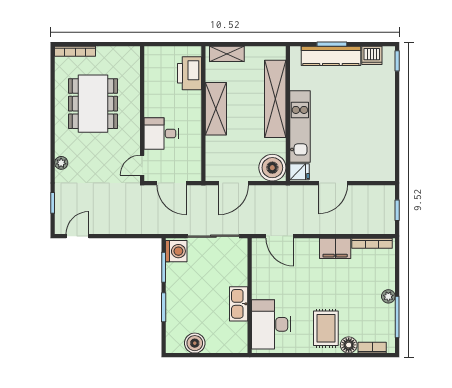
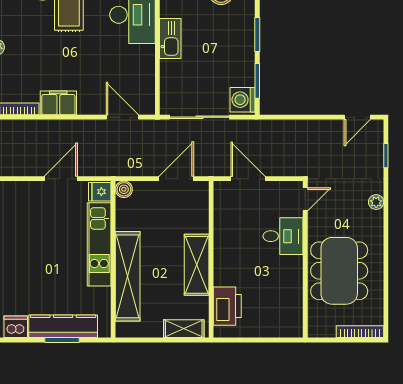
wall: (142, 114) -> (305, 259), moved
desk: (161, 134) -> (283, 236), moved
door: (142, 165) -> (305, 199), moved
boiler: (272, 168) -> (124, 189), width x0.54, depth x0.54

